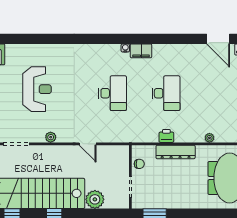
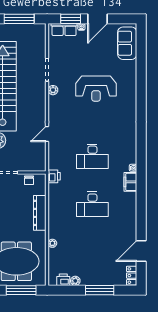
printer: (166, 136) -> (54, 176), moved
plant: (51, 137) -> (53, 90), moved

